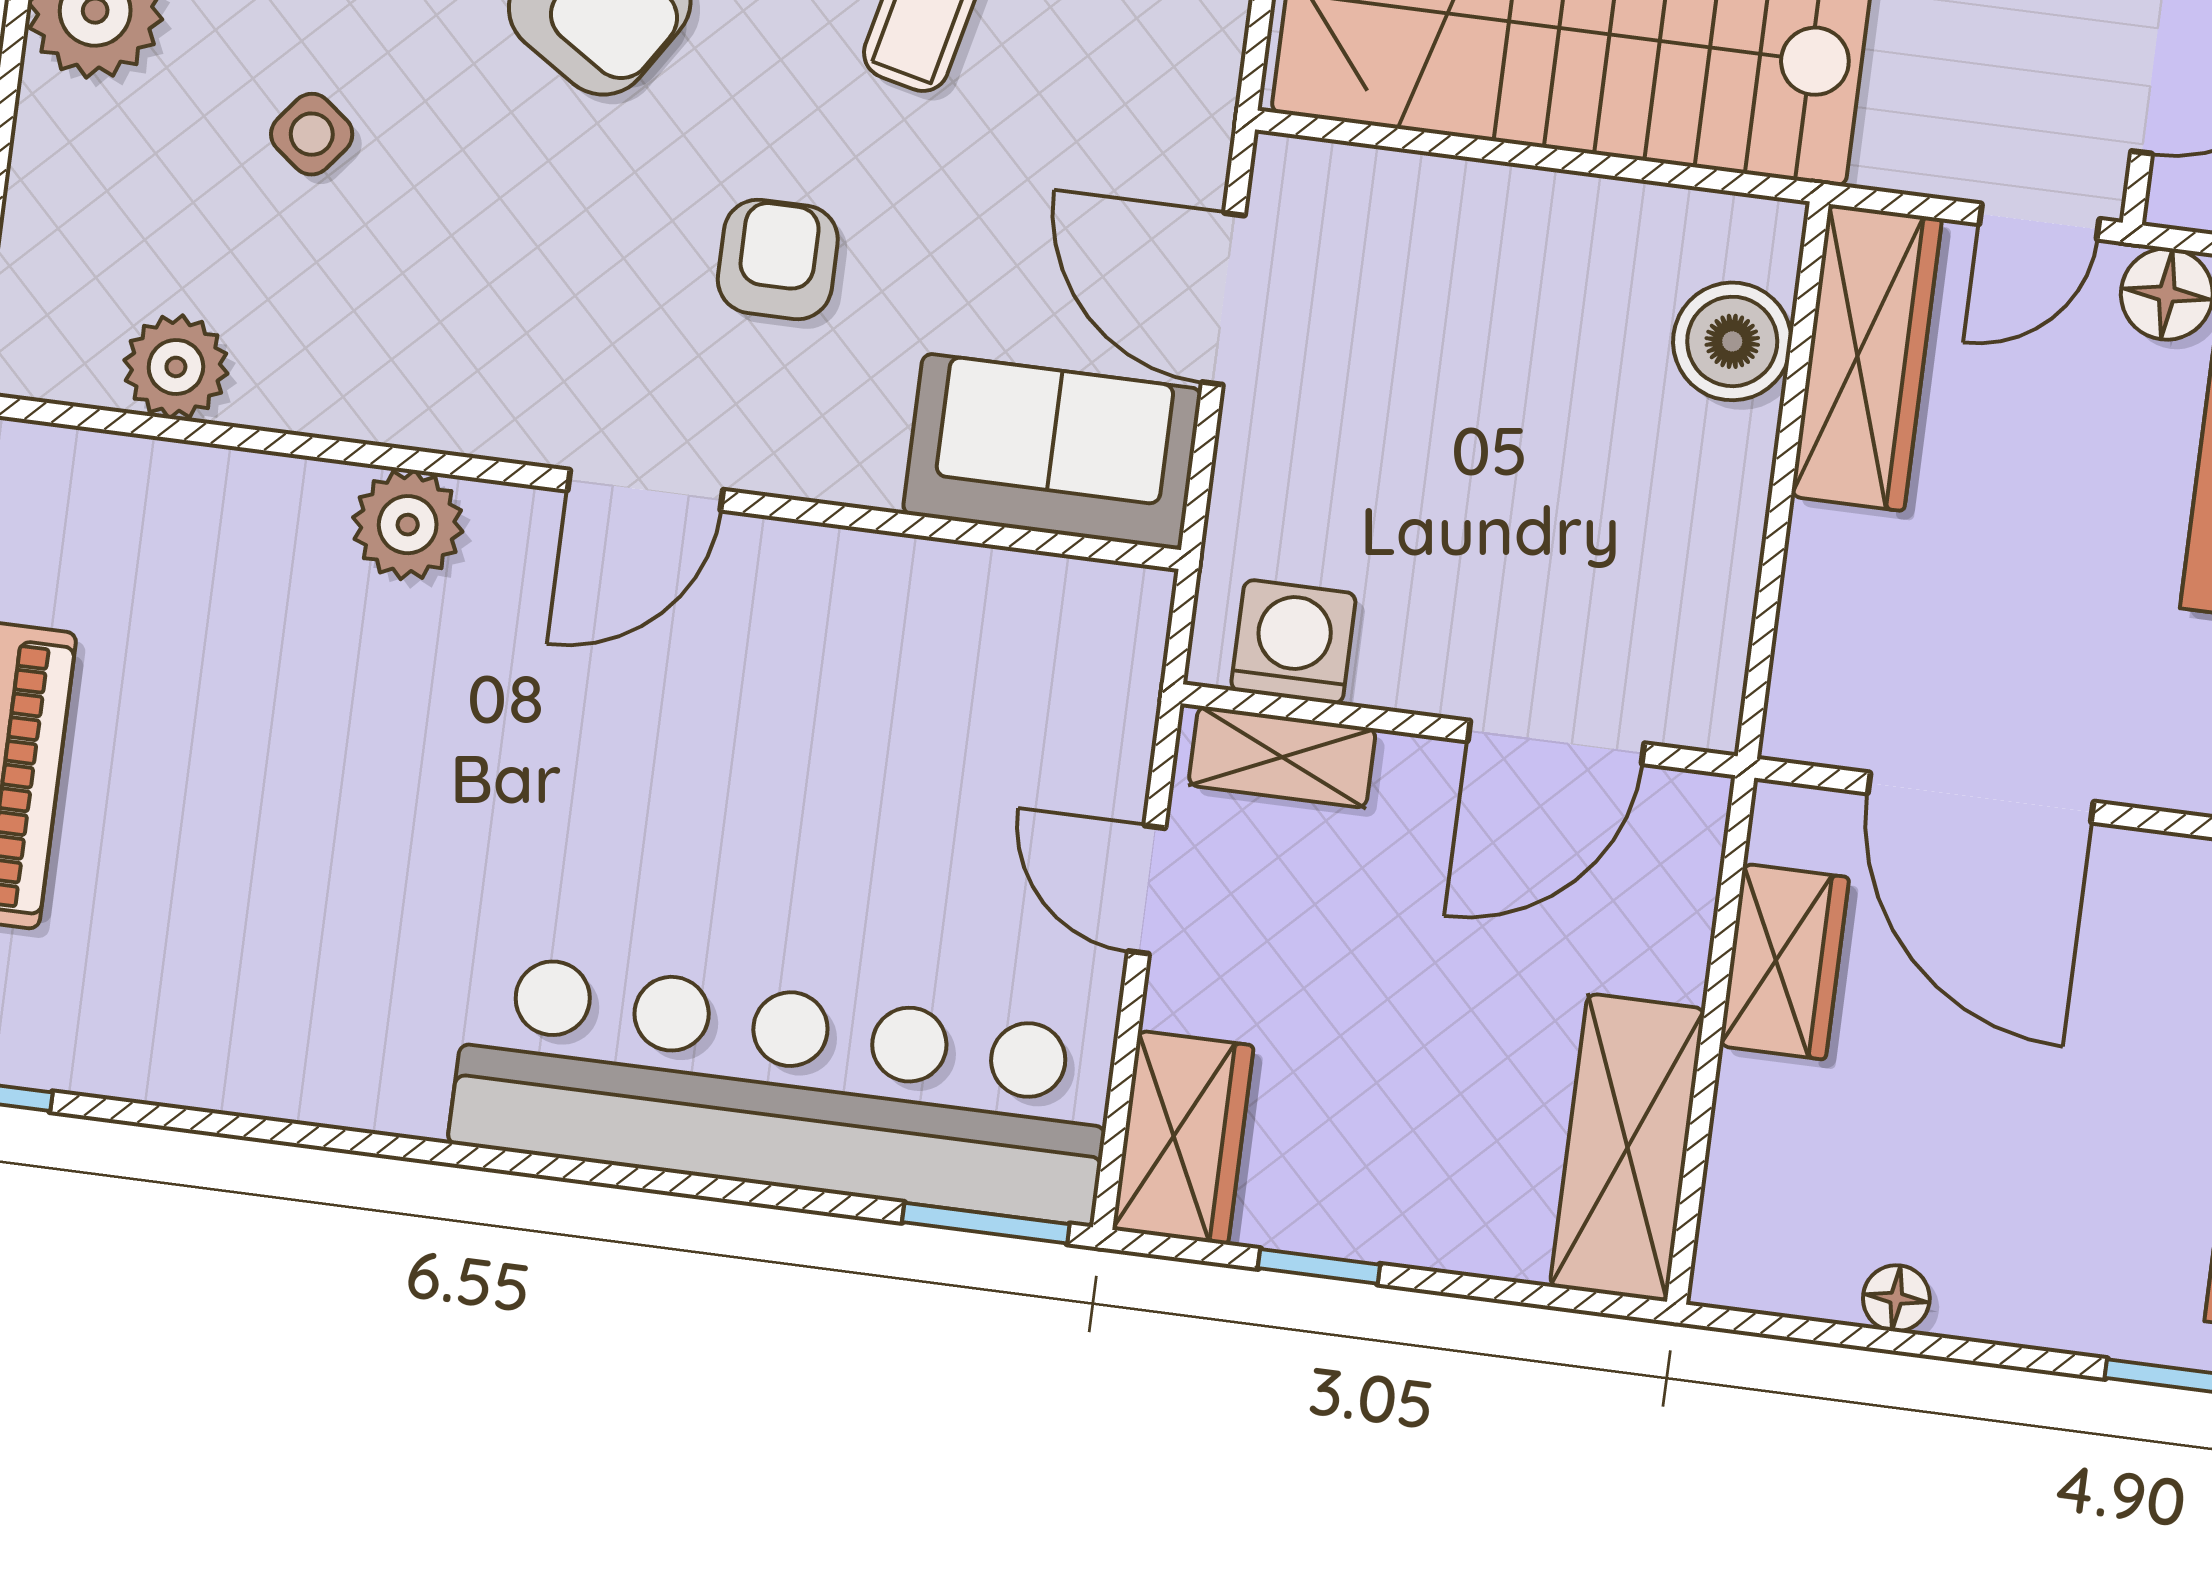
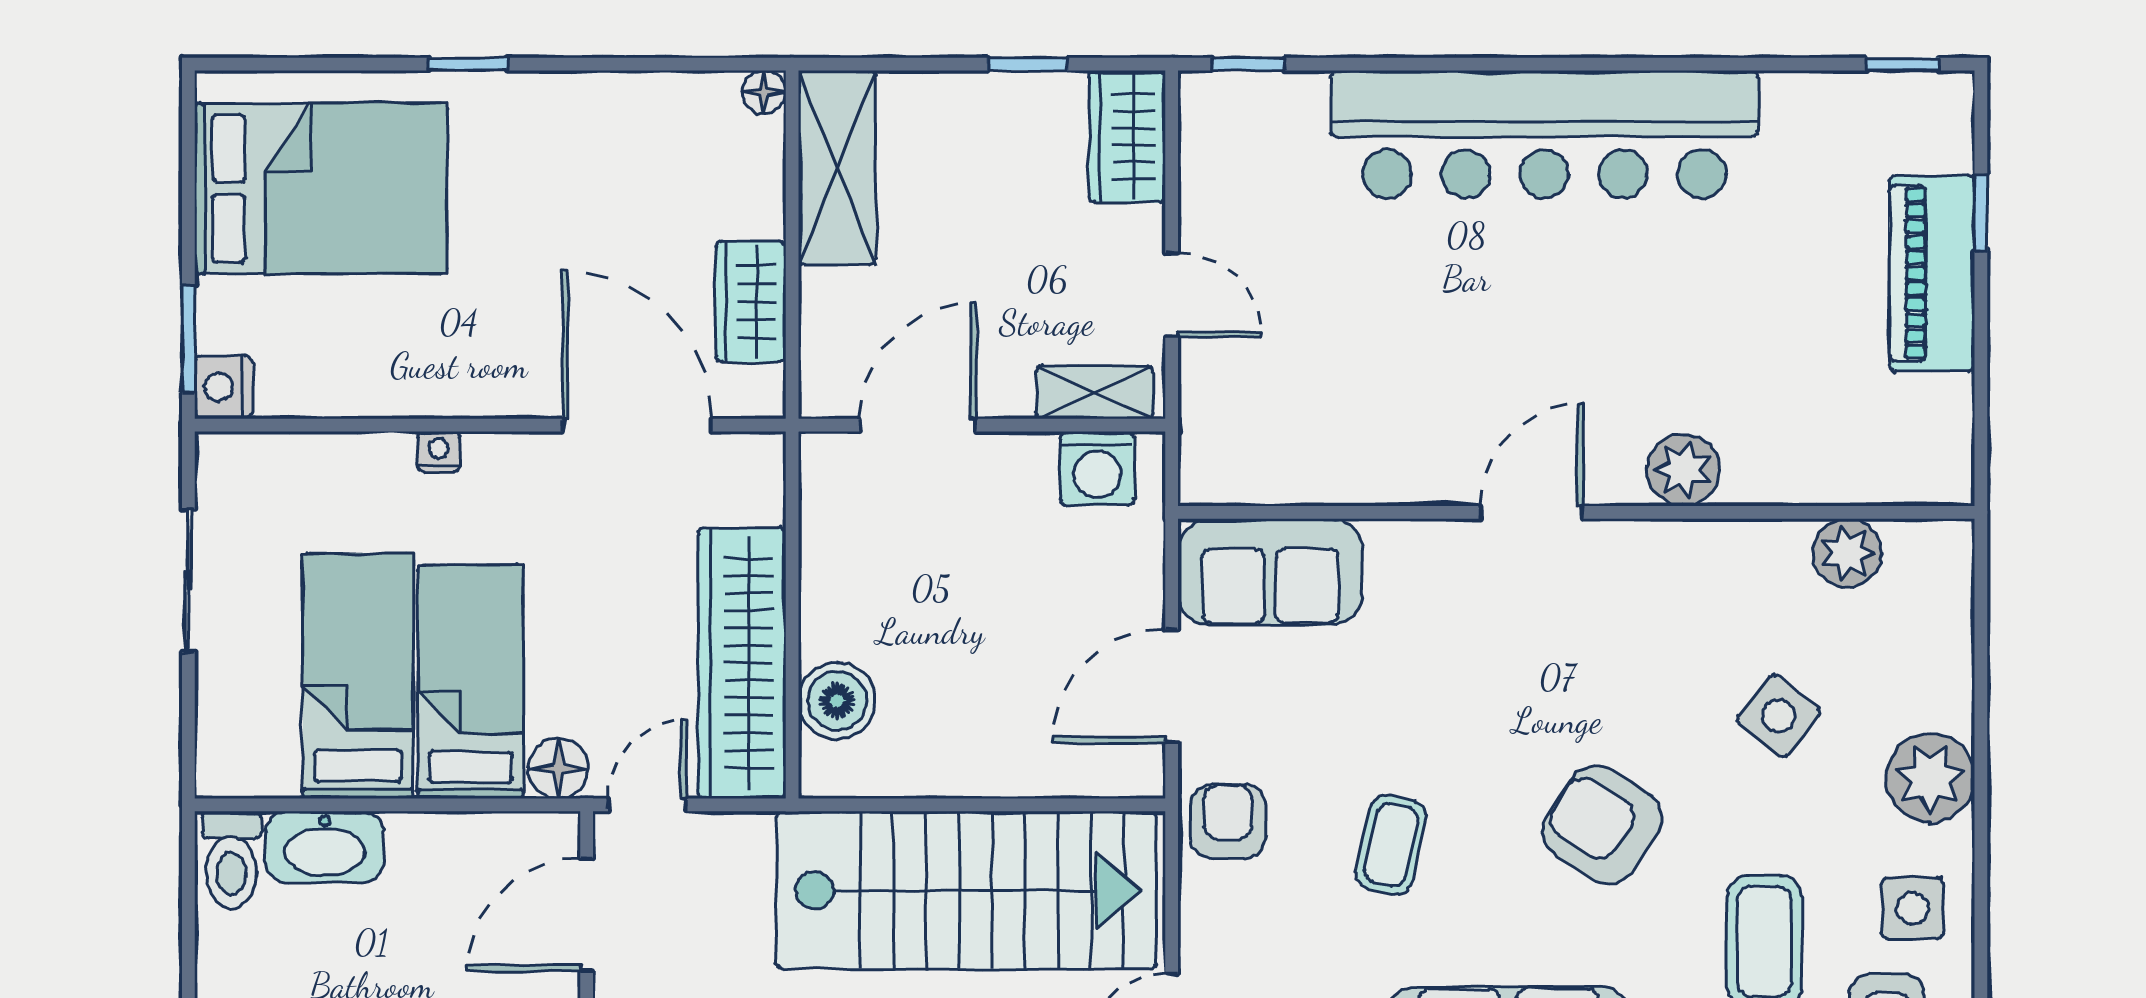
side table: (312, 134) -> (1779, 716), width x1.37, depth x1.37
armchair: (778, 259) -> (1228, 821), moved, turned 180
door: (1223, 299) -> (1172, 686), swing flipped
wardrobe: (1866, 358) -> (742, 663), width x1.40, depth x1.17
bar counter: (783, 1089) -> (1544, 134), moved
window: (986, 1223) -> (1248, 64), width x0.67
floor lamp: (1896, 1298) -> (764, 92), moved

